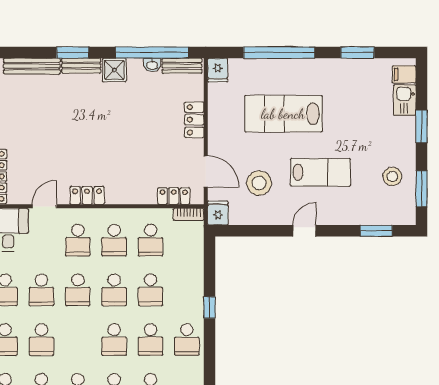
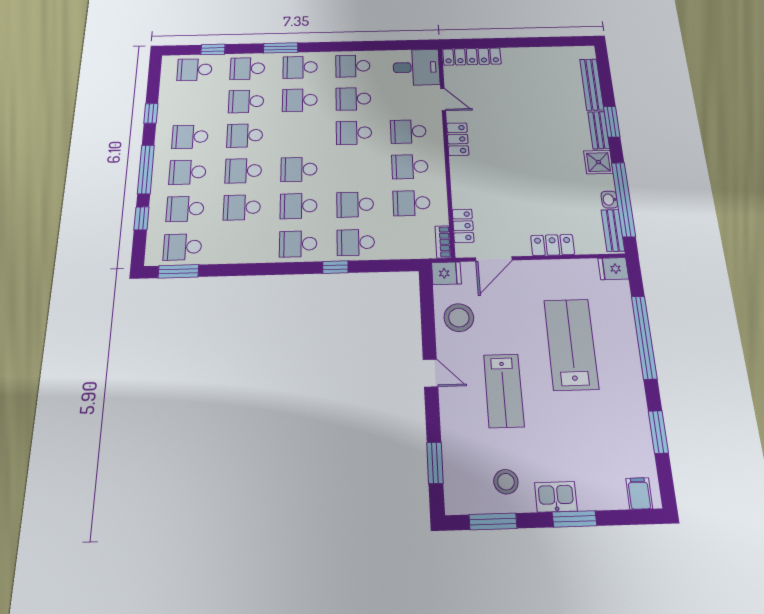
kitchen sink: (405, 100) -> (556, 497), moved
stool: (259, 183) -> (459, 318), moved
school desk: (114, 290) -> (356, 242), moved

